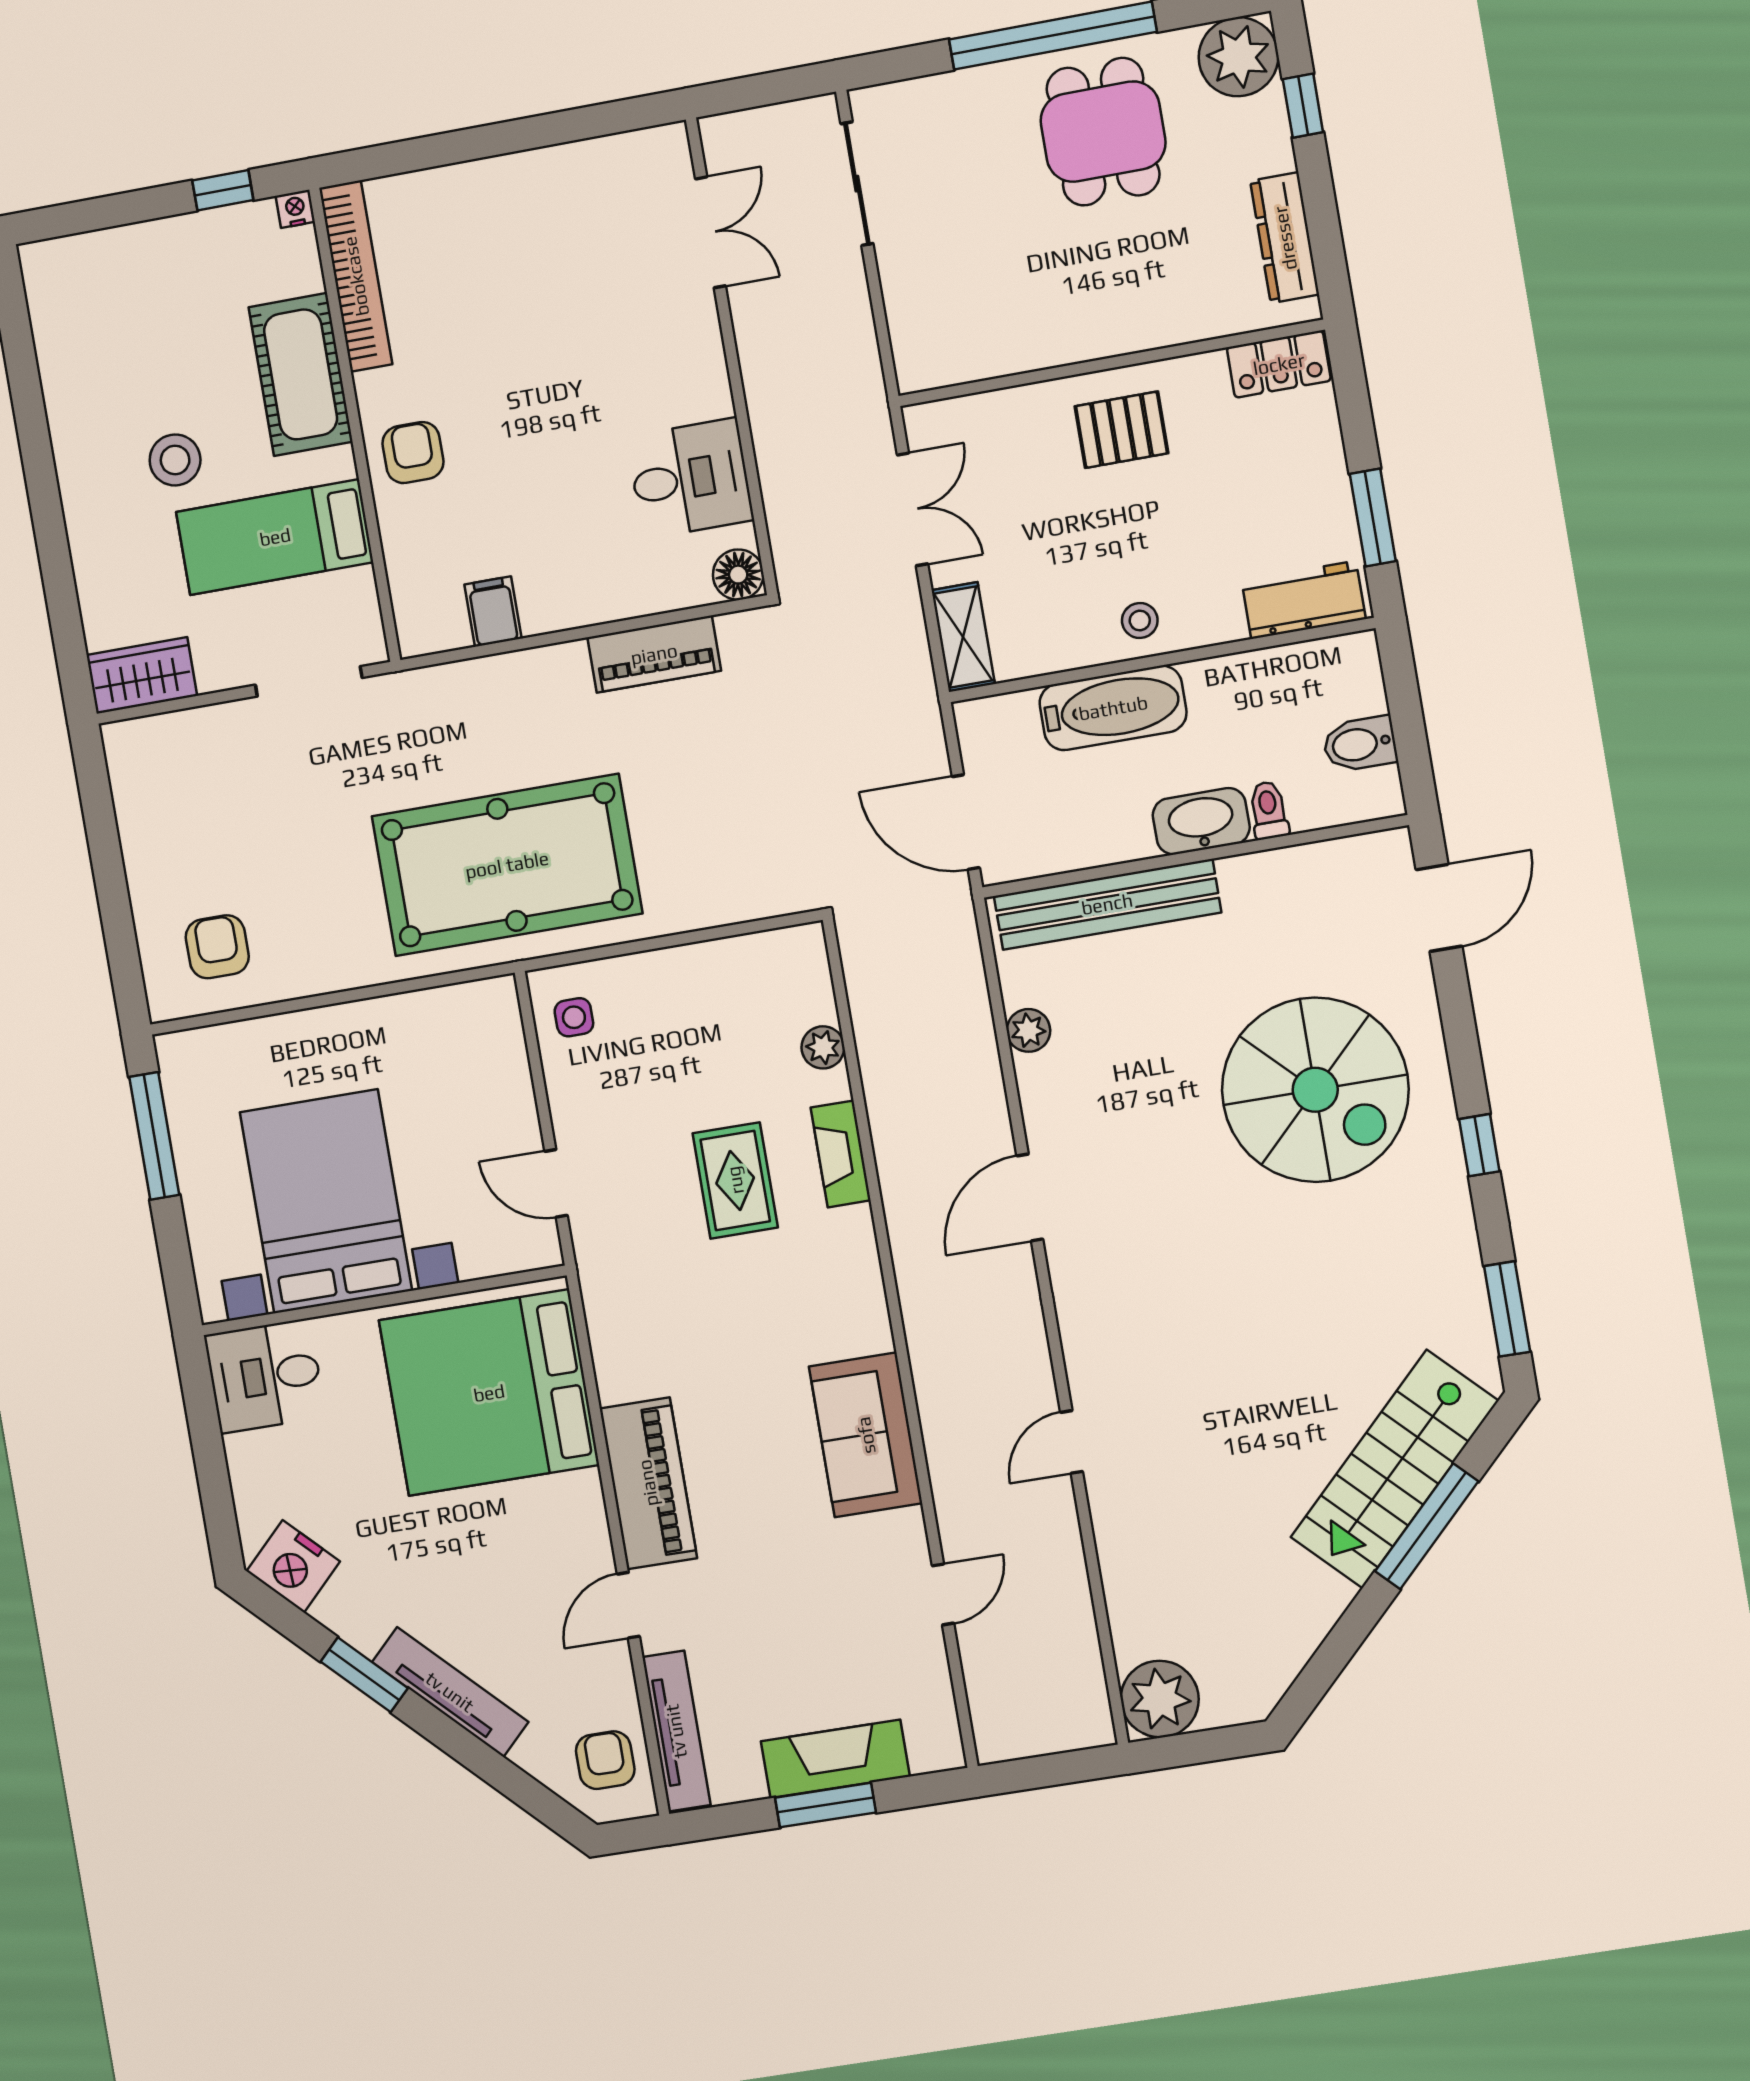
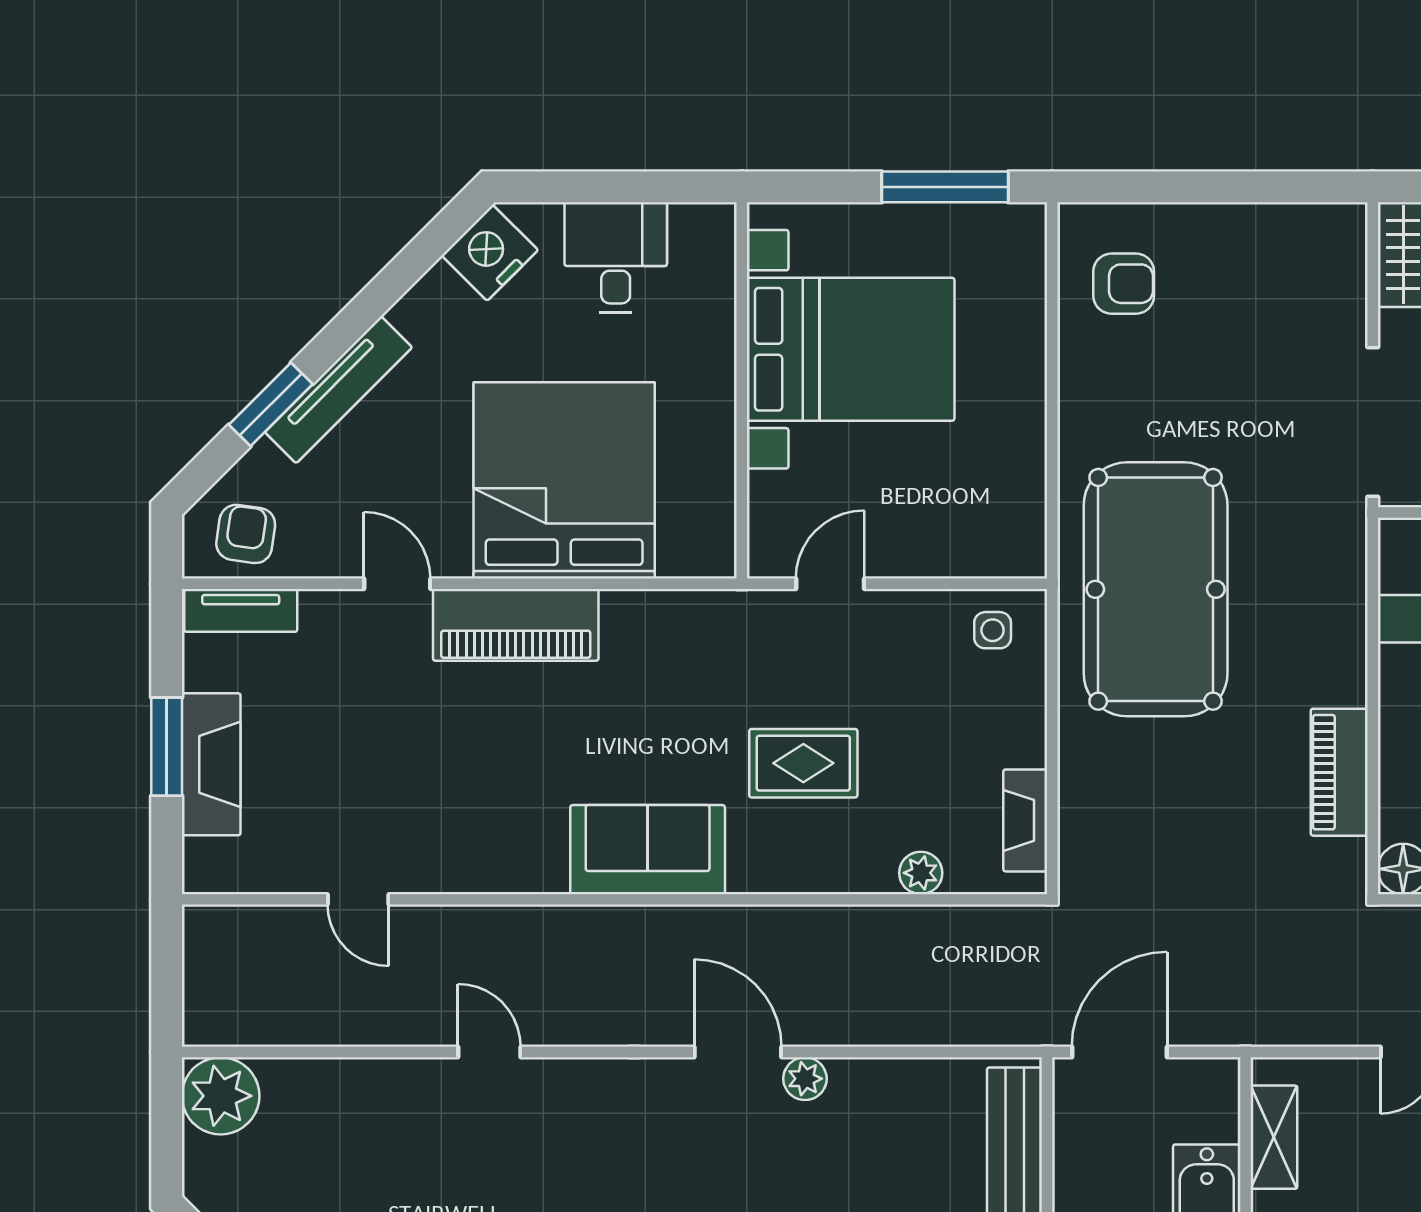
shelving: (963, 637) -> (1274, 1137), moved, turned 90
doorway: (309, 681) -> (1373, 422), width x1.36
plant: (1028, 1030) -> (805, 1079), moved
fireplace: (841, 1154) -> (1025, 820), moved, turned -90
desk: (265, 1376) -> (616, 257), moved
bed: (489, 1393) -> (564, 480), moved
sofa: (866, 1435) -> (648, 850), moved
window: (364, 1675) -> (271, 404), moved
tv unit: (676, 1731) -> (241, 610), width x0.71
armchair: (605, 1760) -> (246, 534), turned -82

